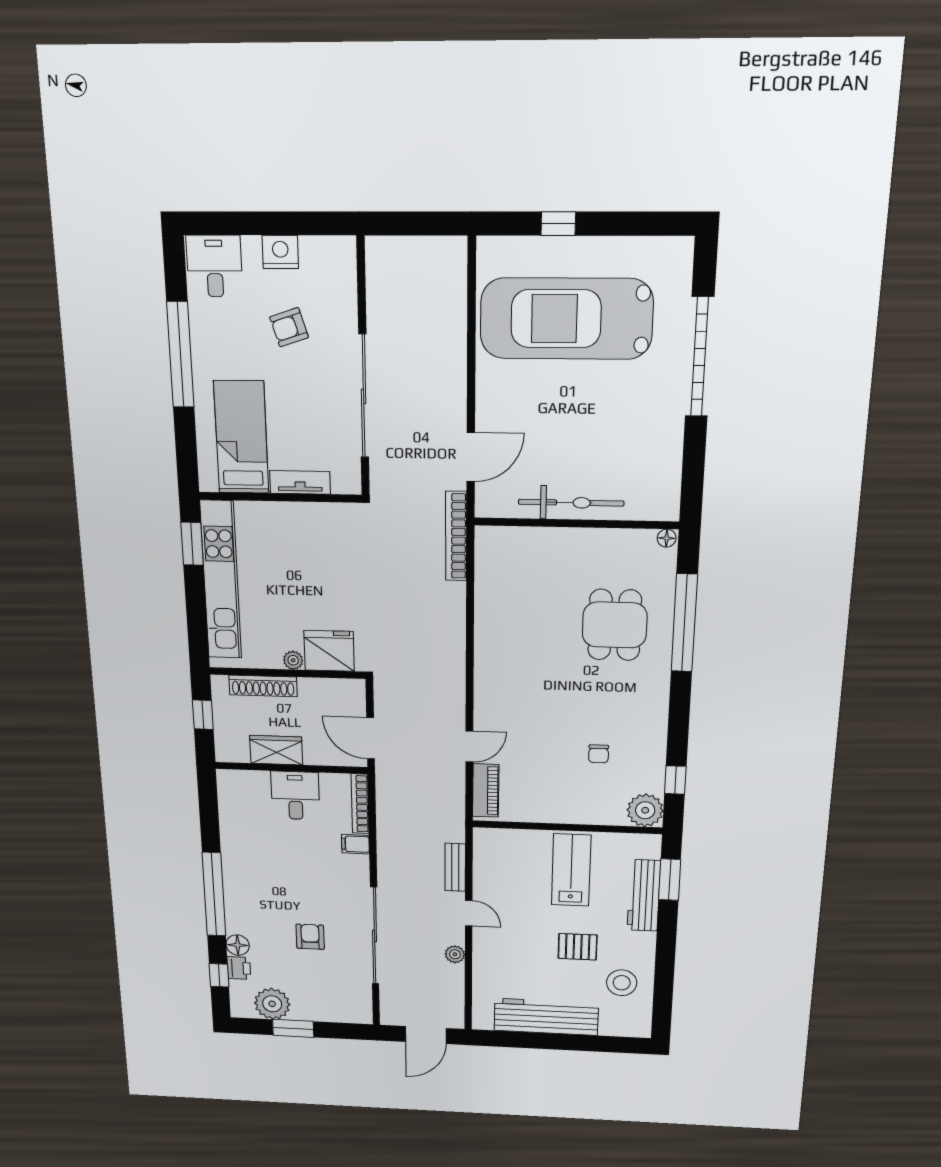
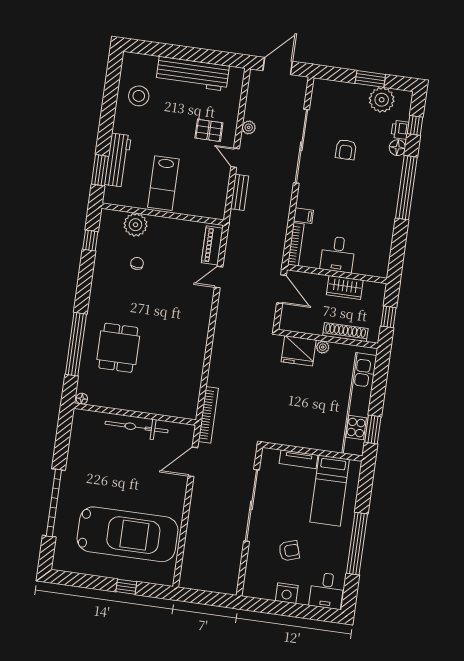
plant: (645, 810) -> (135, 225), moved
pallet: (578, 947) -> (209, 130), moved

